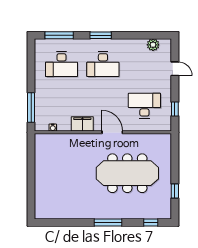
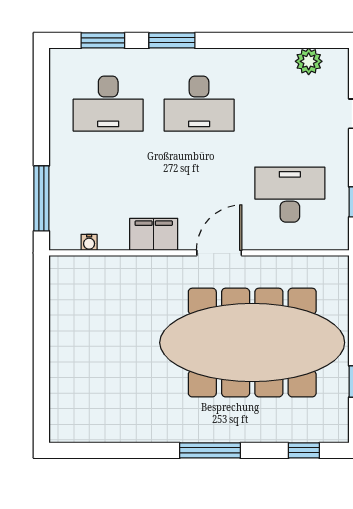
window: (59, 35) -> (103, 40), width x0.69
window: (101, 35) -> (172, 40), moved
door: (112, 132) -> (219, 253), hinge flipped
meeting table: (127, 173) -> (252, 343), width x1.36, depth x1.27

